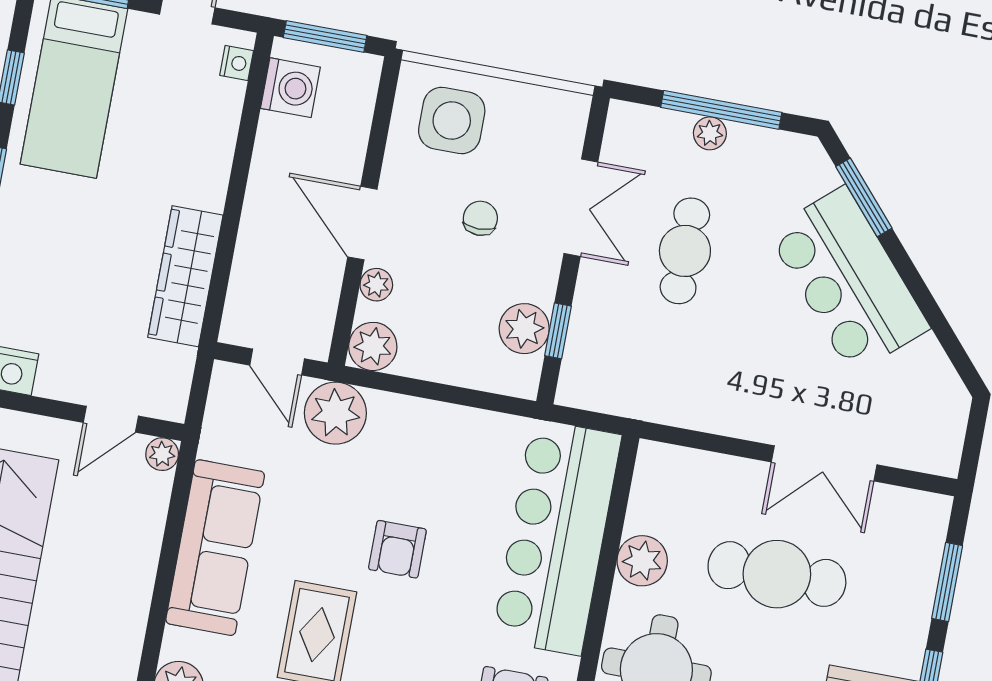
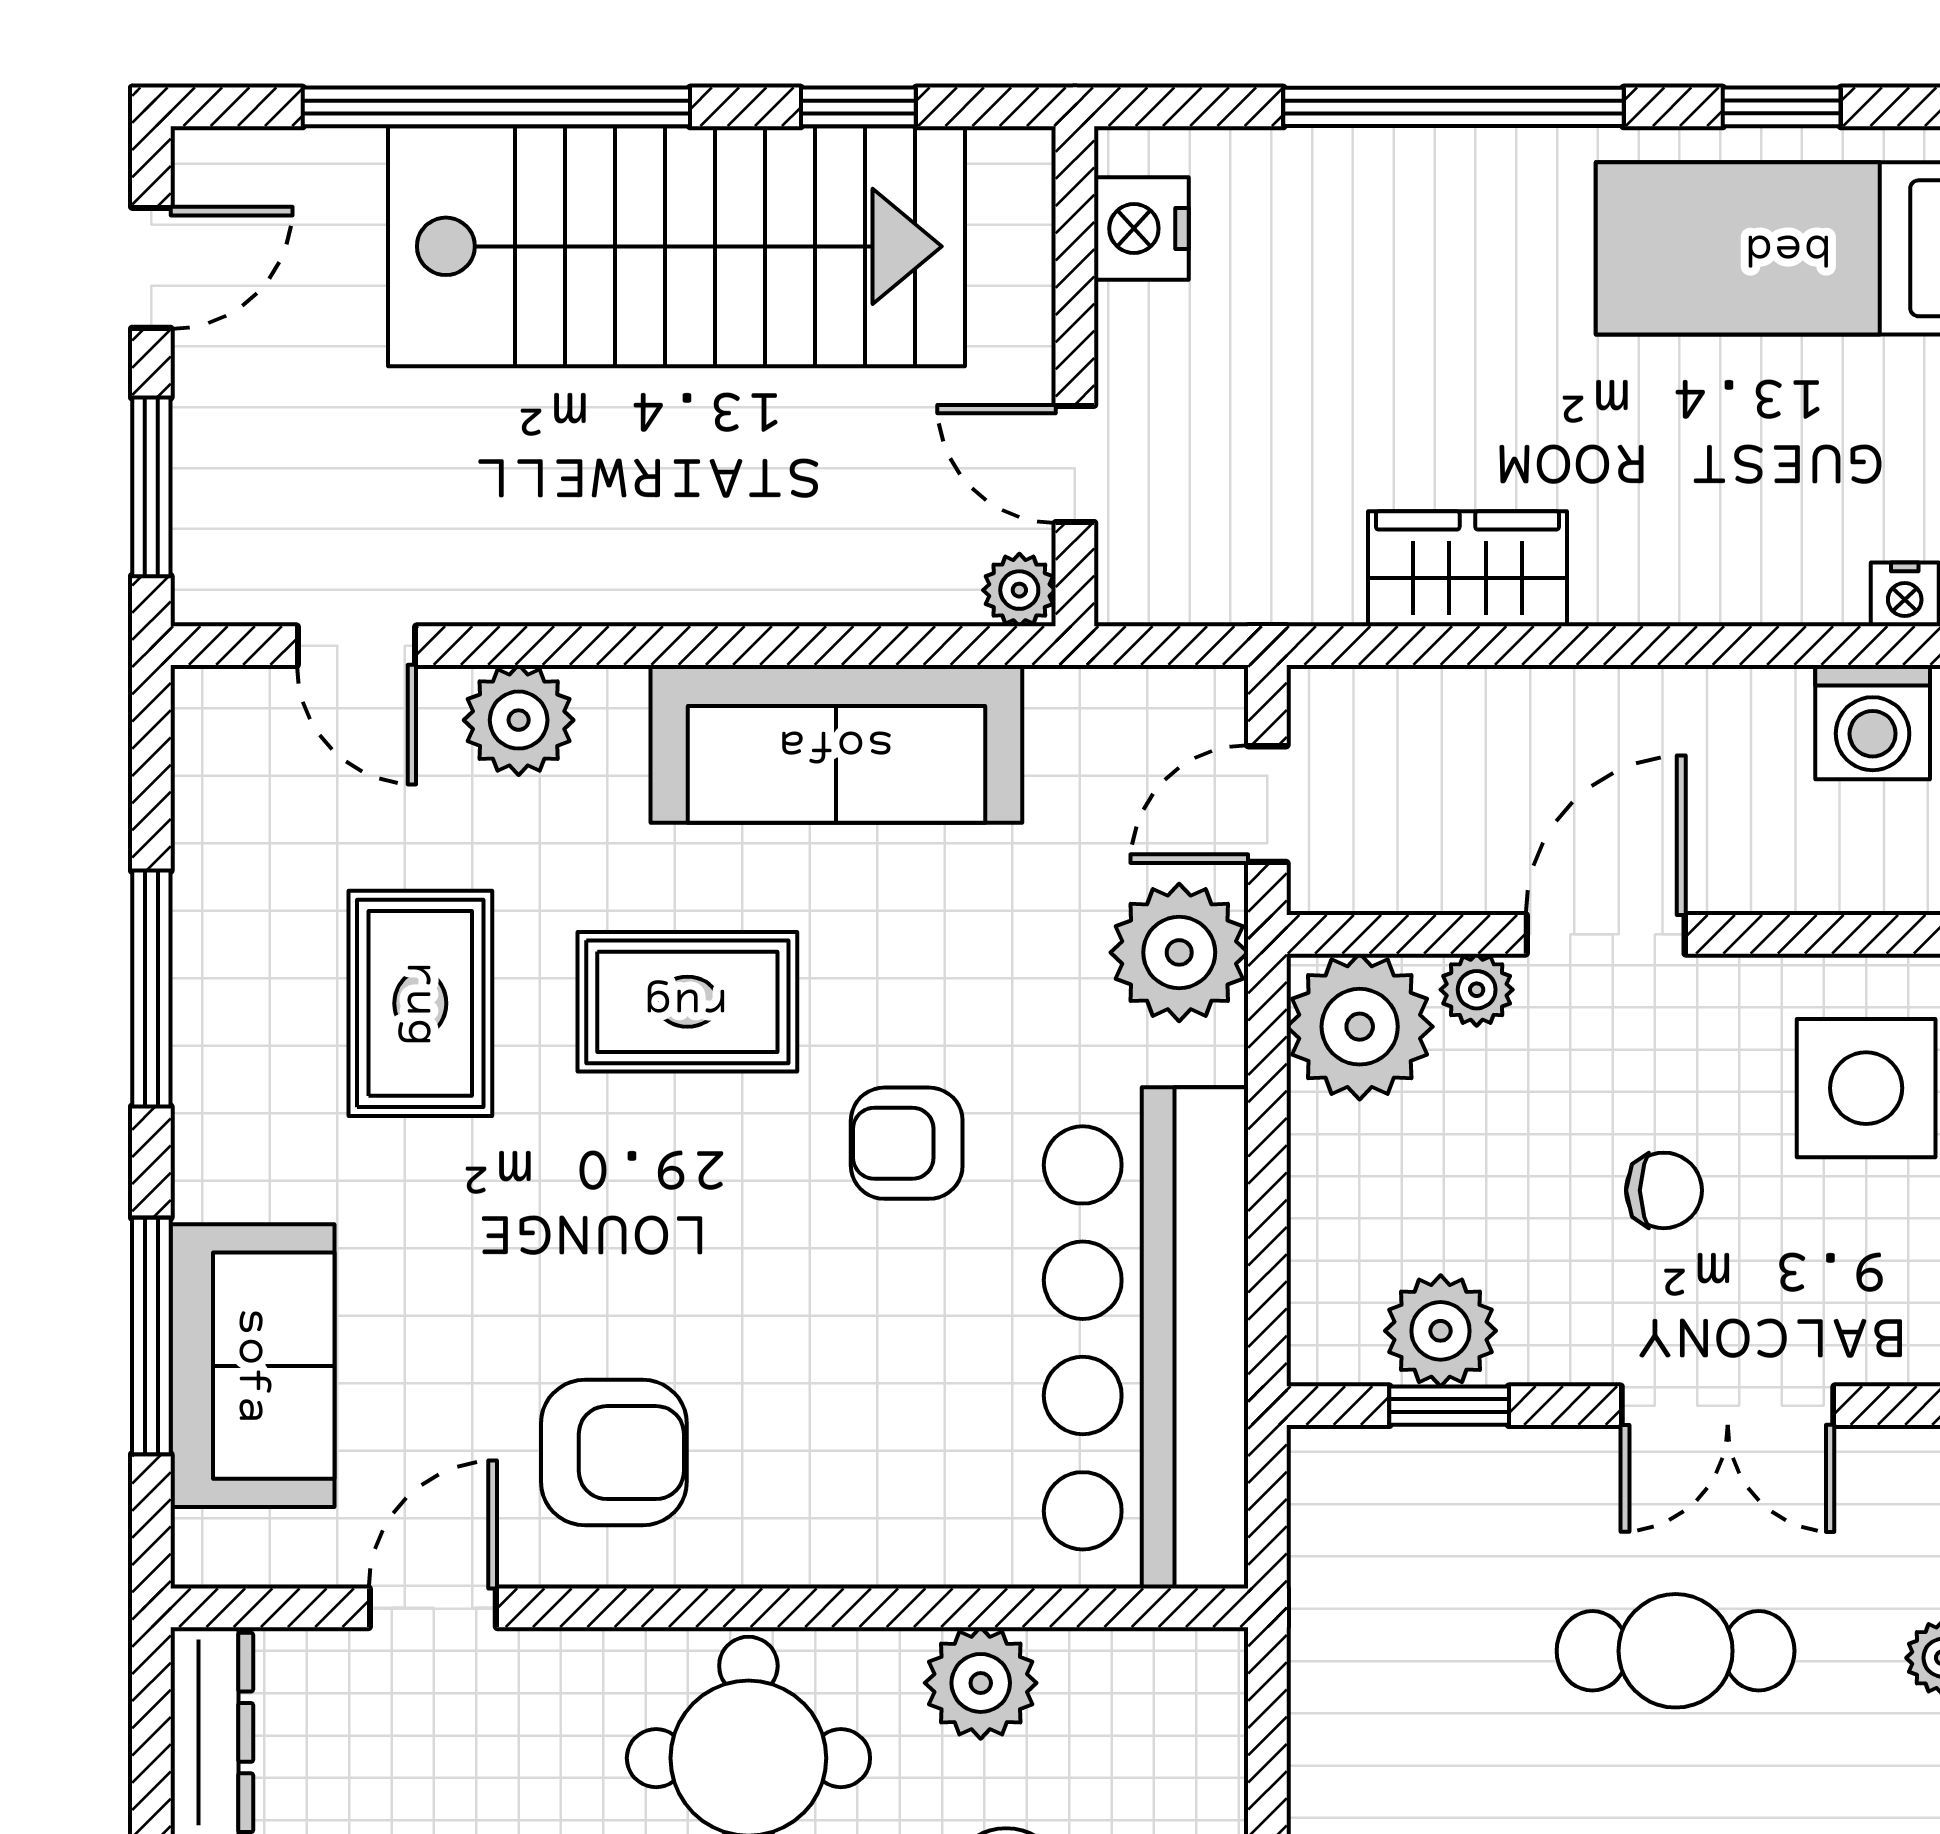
wardrobe: (185, 276) -> (1467, 569), width x0.67
plant: (373, 346) -> (1360, 1027), width x1.36, depth x1.36
bar counter: (557, 537) -> (1146, 1338), moved, turned -90

